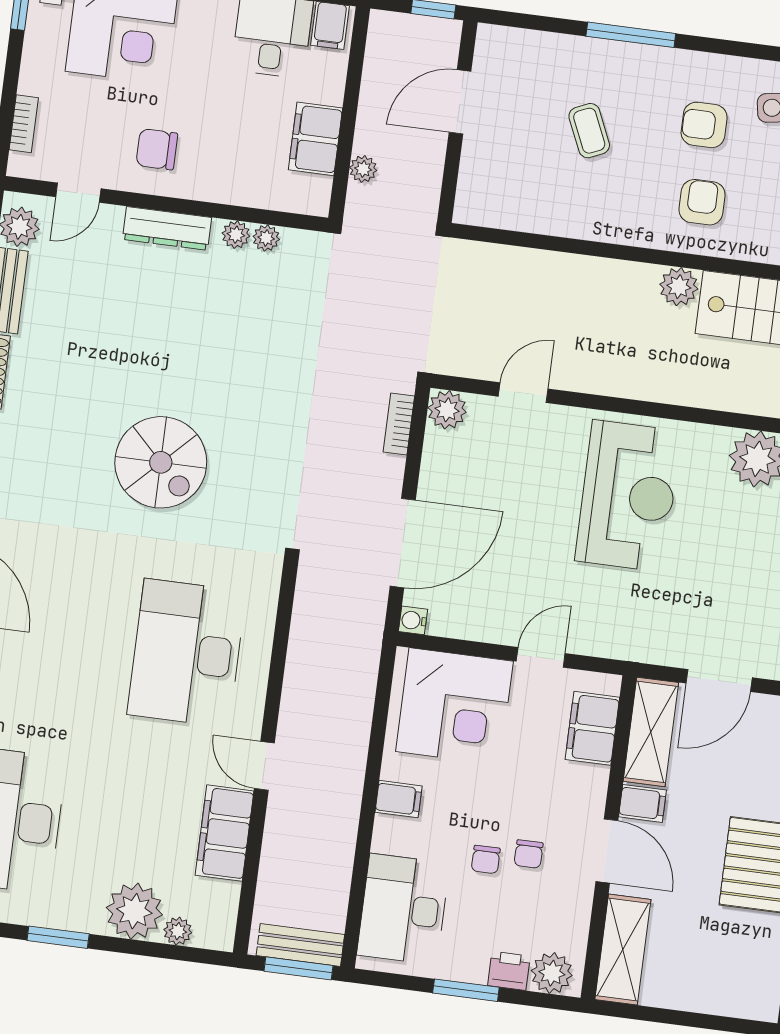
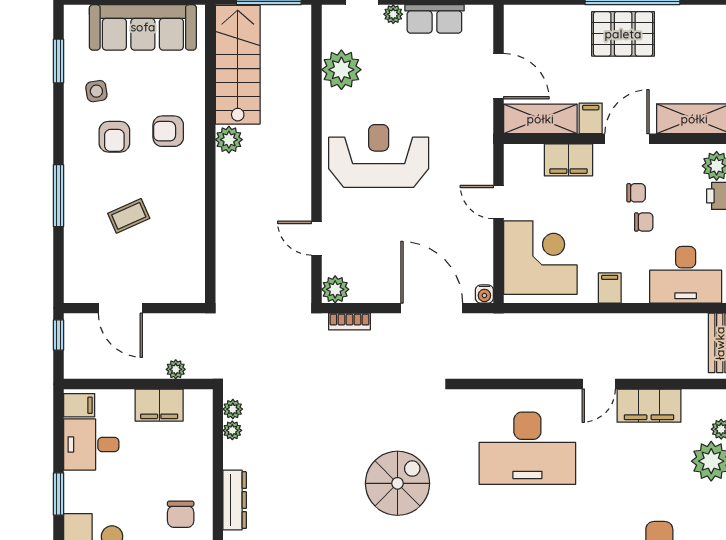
plant: (236, 235) -> (233, 409), moved
filing cabinet: (592, 728) -> (568, 160), moved

